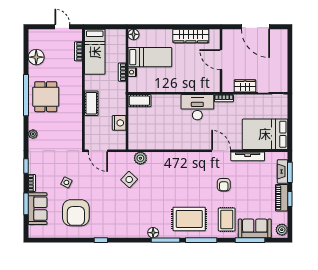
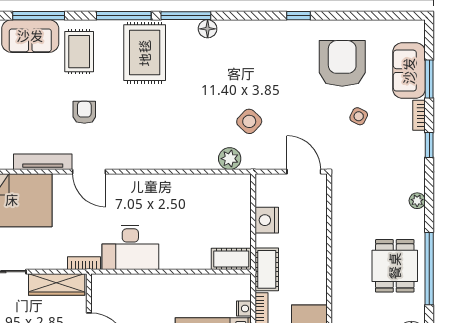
wardrobe: (245, 86) -> (57, 285), width x1.50
cot: (91, 103) -> (267, 269), moved
rug: (189, 219) -> (145, 53), turned 90

